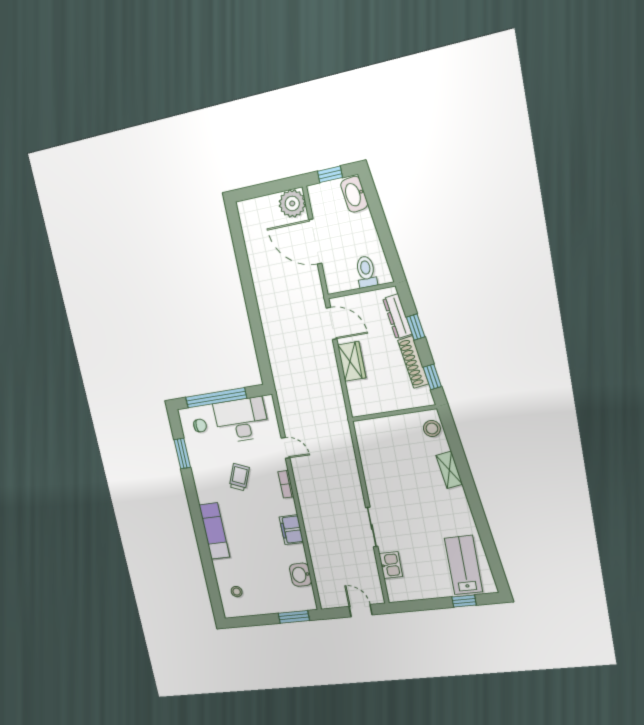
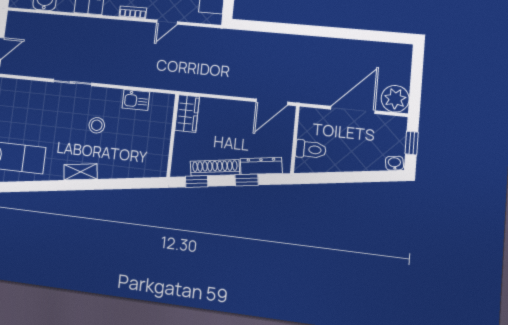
washbasin: (354, 194) -> (394, 163), width x0.52, depth x0.69
wardrobe: (352, 361) -> (187, 113), moved, turned -90
stool: (432, 428) -> (97, 125), moved
shelving: (449, 470) -> (81, 172), moved
kitchen sink: (391, 565) -> (136, 100), moved

